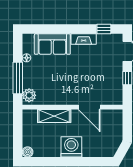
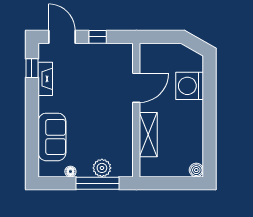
fireplace: (84, 39) -> (45, 79), moved
plant: (29, 95) -> (102, 168), moved
washing machine: (71, 147) -> (190, 86), moved

